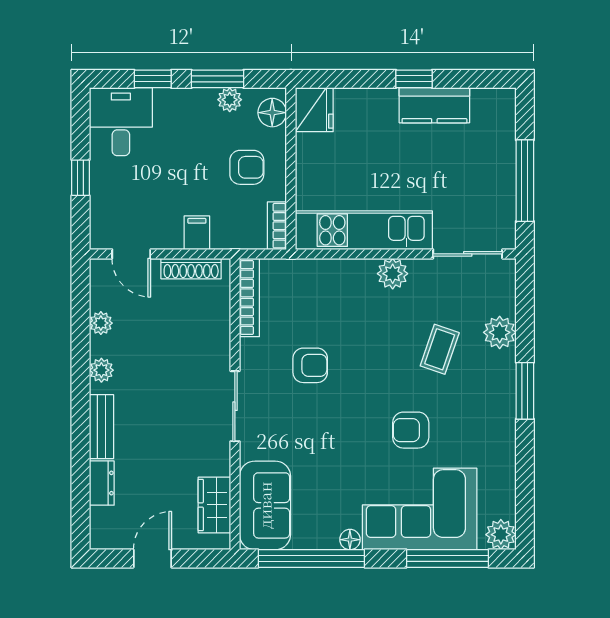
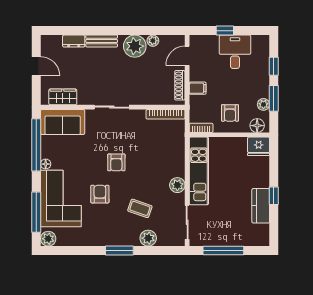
desk: (121, 122) -> (235, 52), moved, turned -90
armchair: (310, 365) -> (116, 162), moved
plant: (101, 370) -> (135, 46), width x1.88, depth x1.88

